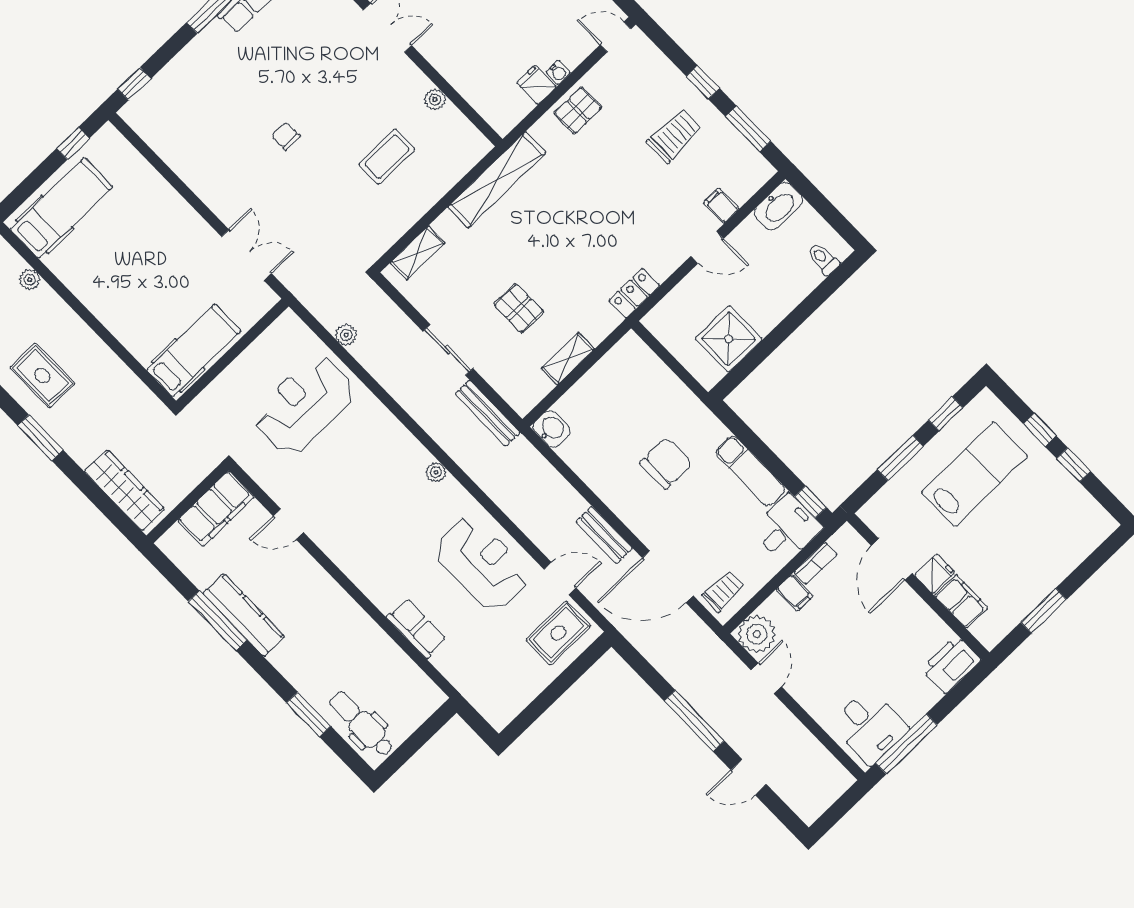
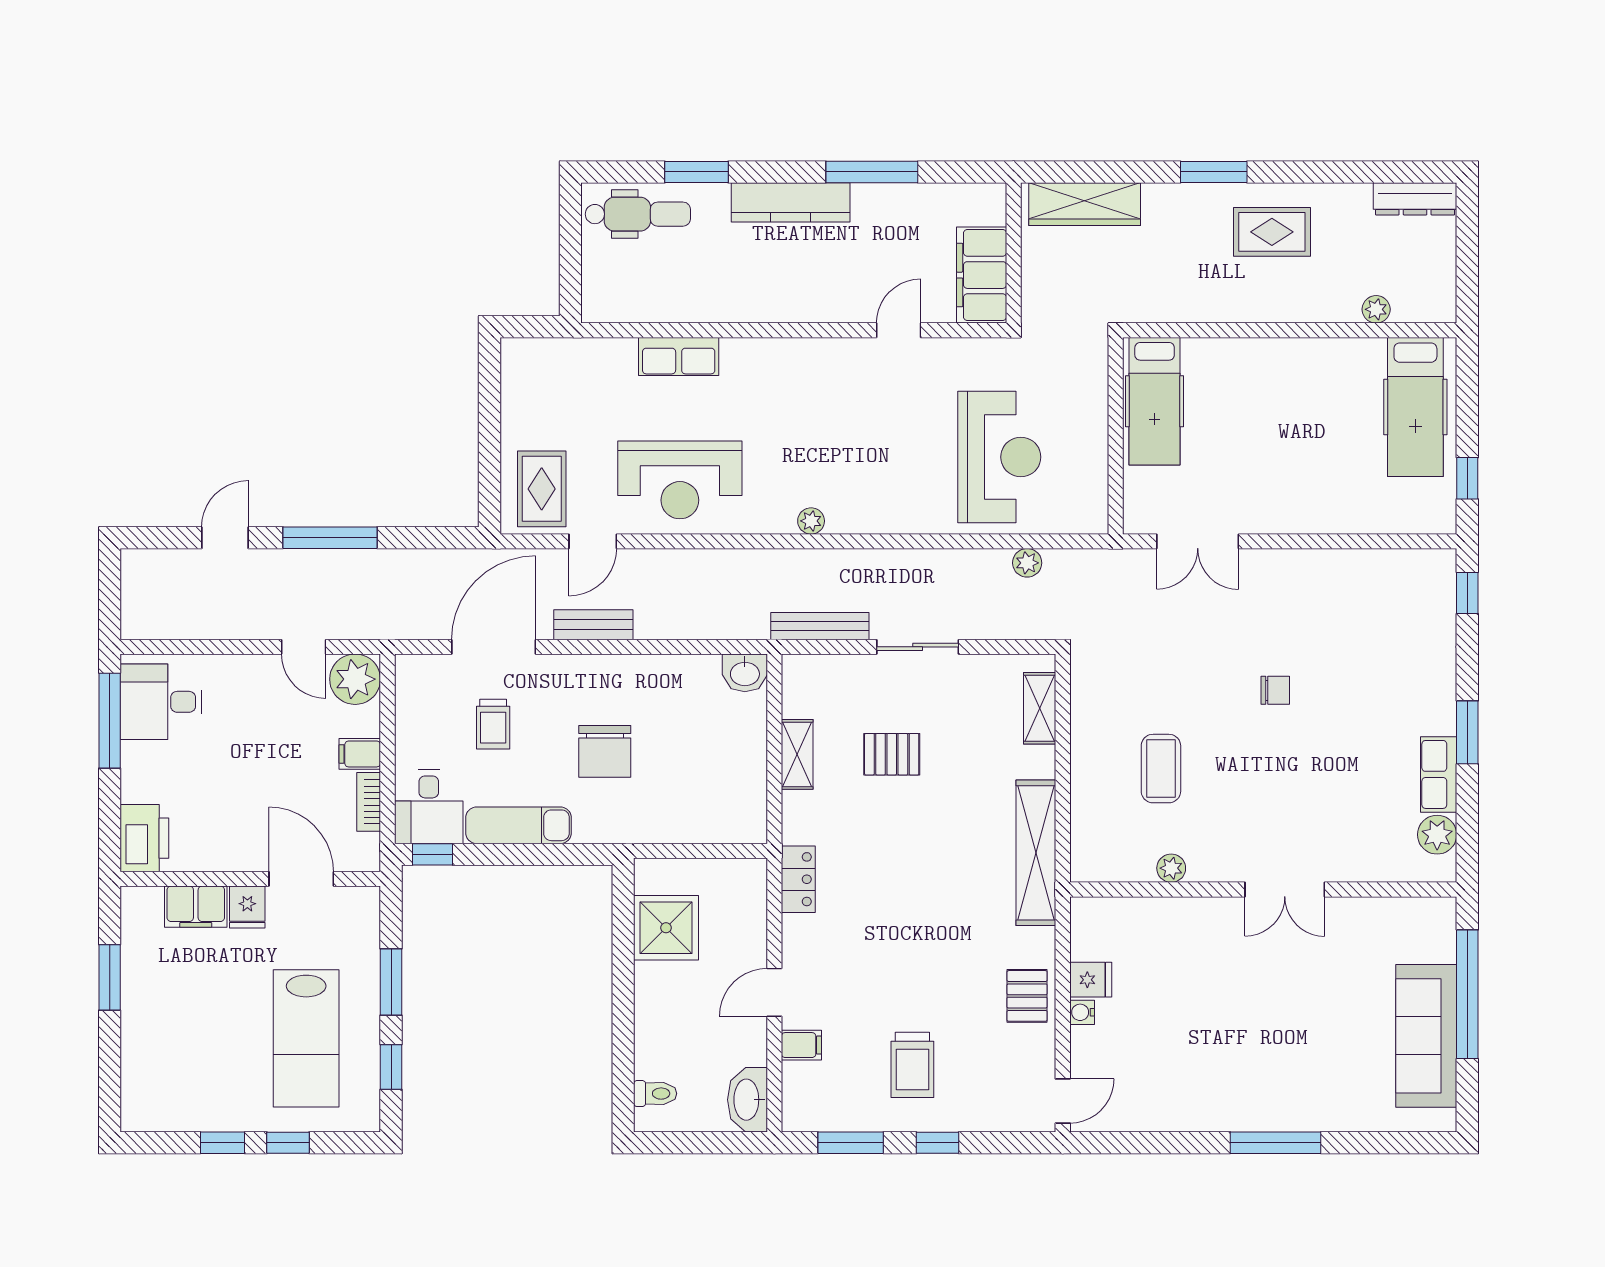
trolley: (723, 591) -> (493, 724), moved
kitchen counter: (244, 615) -> (791, 202), moved

